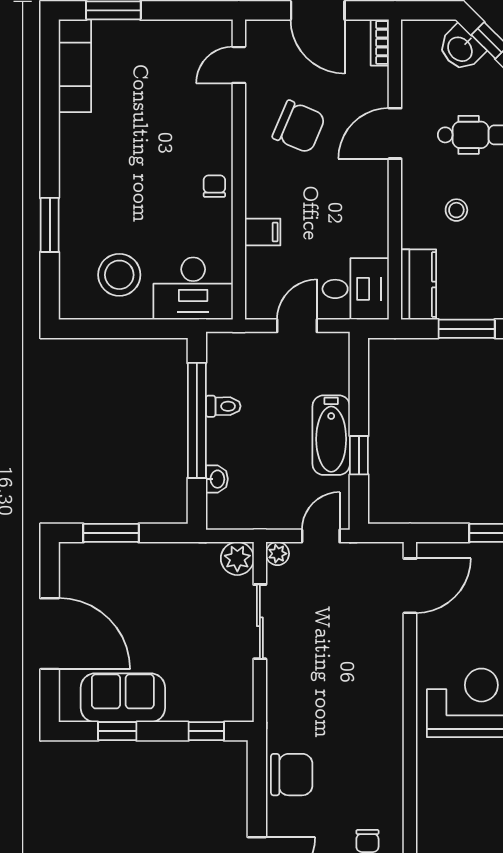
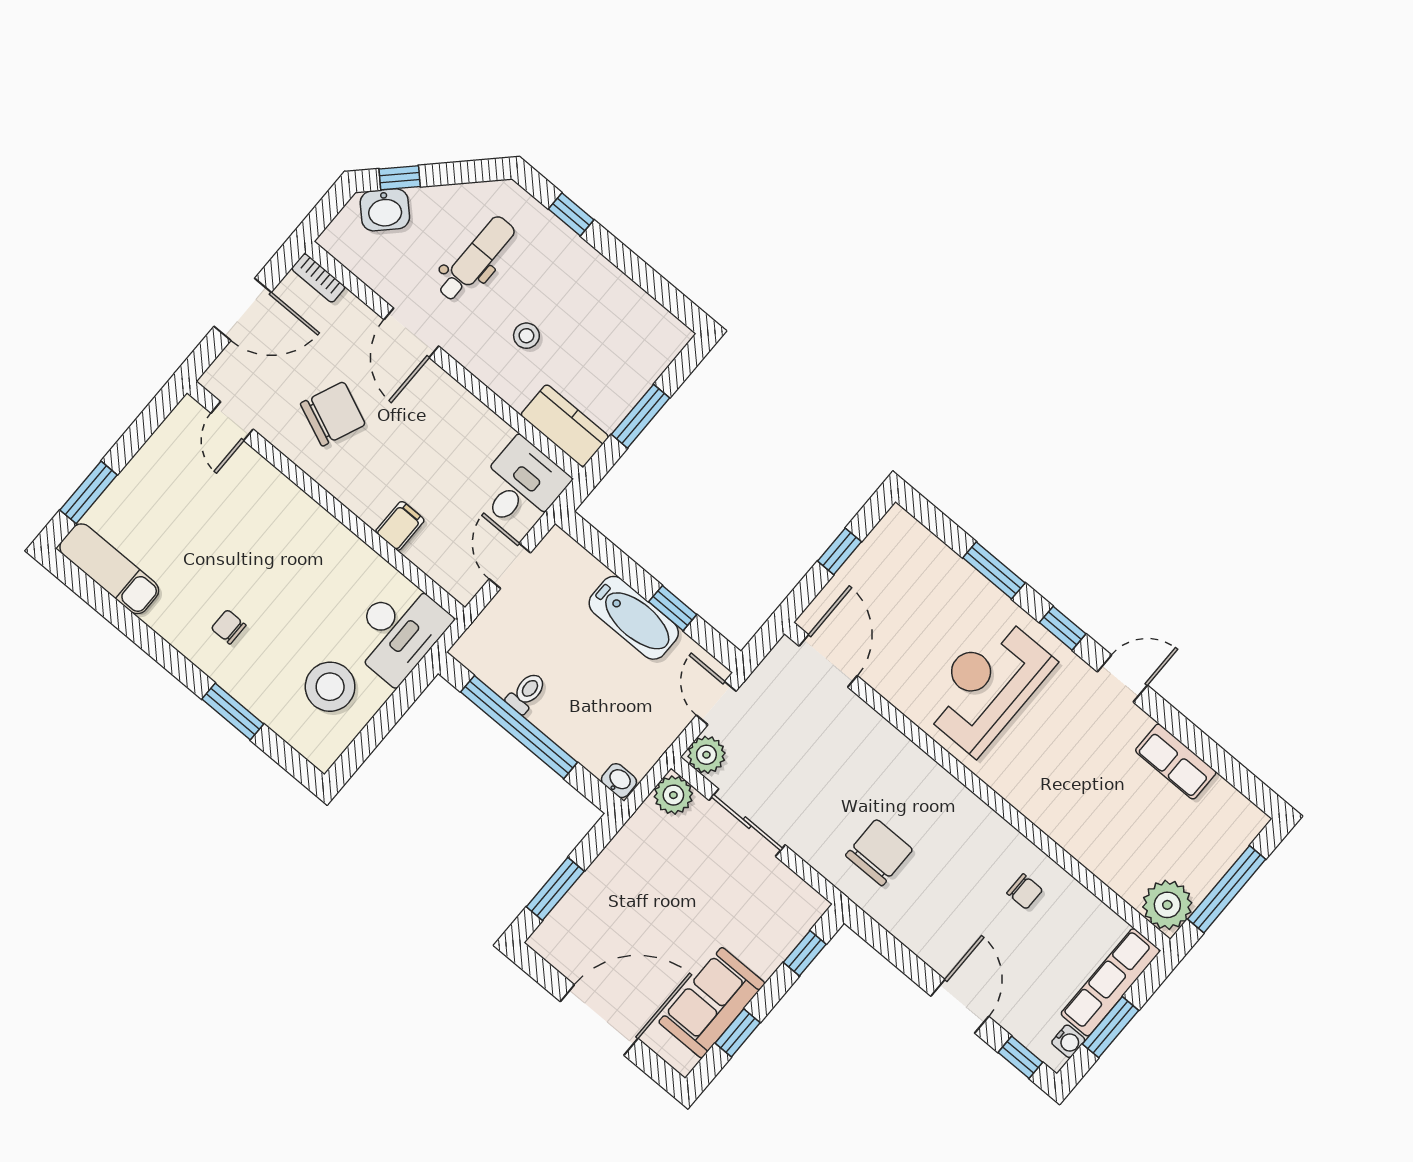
chair: (214, 186) -> (229, 627), moved
washbasin: (217, 479) -> (619, 781), moved
plant: (277, 554) -> (706, 755), width x1.38, depth x1.38
chair: (292, 775) -> (879, 852), moved

